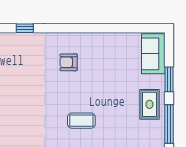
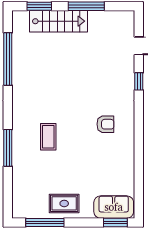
armchair: (69, 62) -> (105, 124), turned 90
window: (169, 79) -> (115, 223), moved

